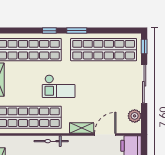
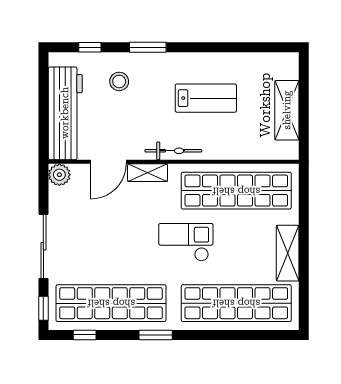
window: (49, 31) -> (85, 335), moved
plant: (135, 116) -> (59, 175), moved
bicycle: (51, 141) -> (173, 151), moved

